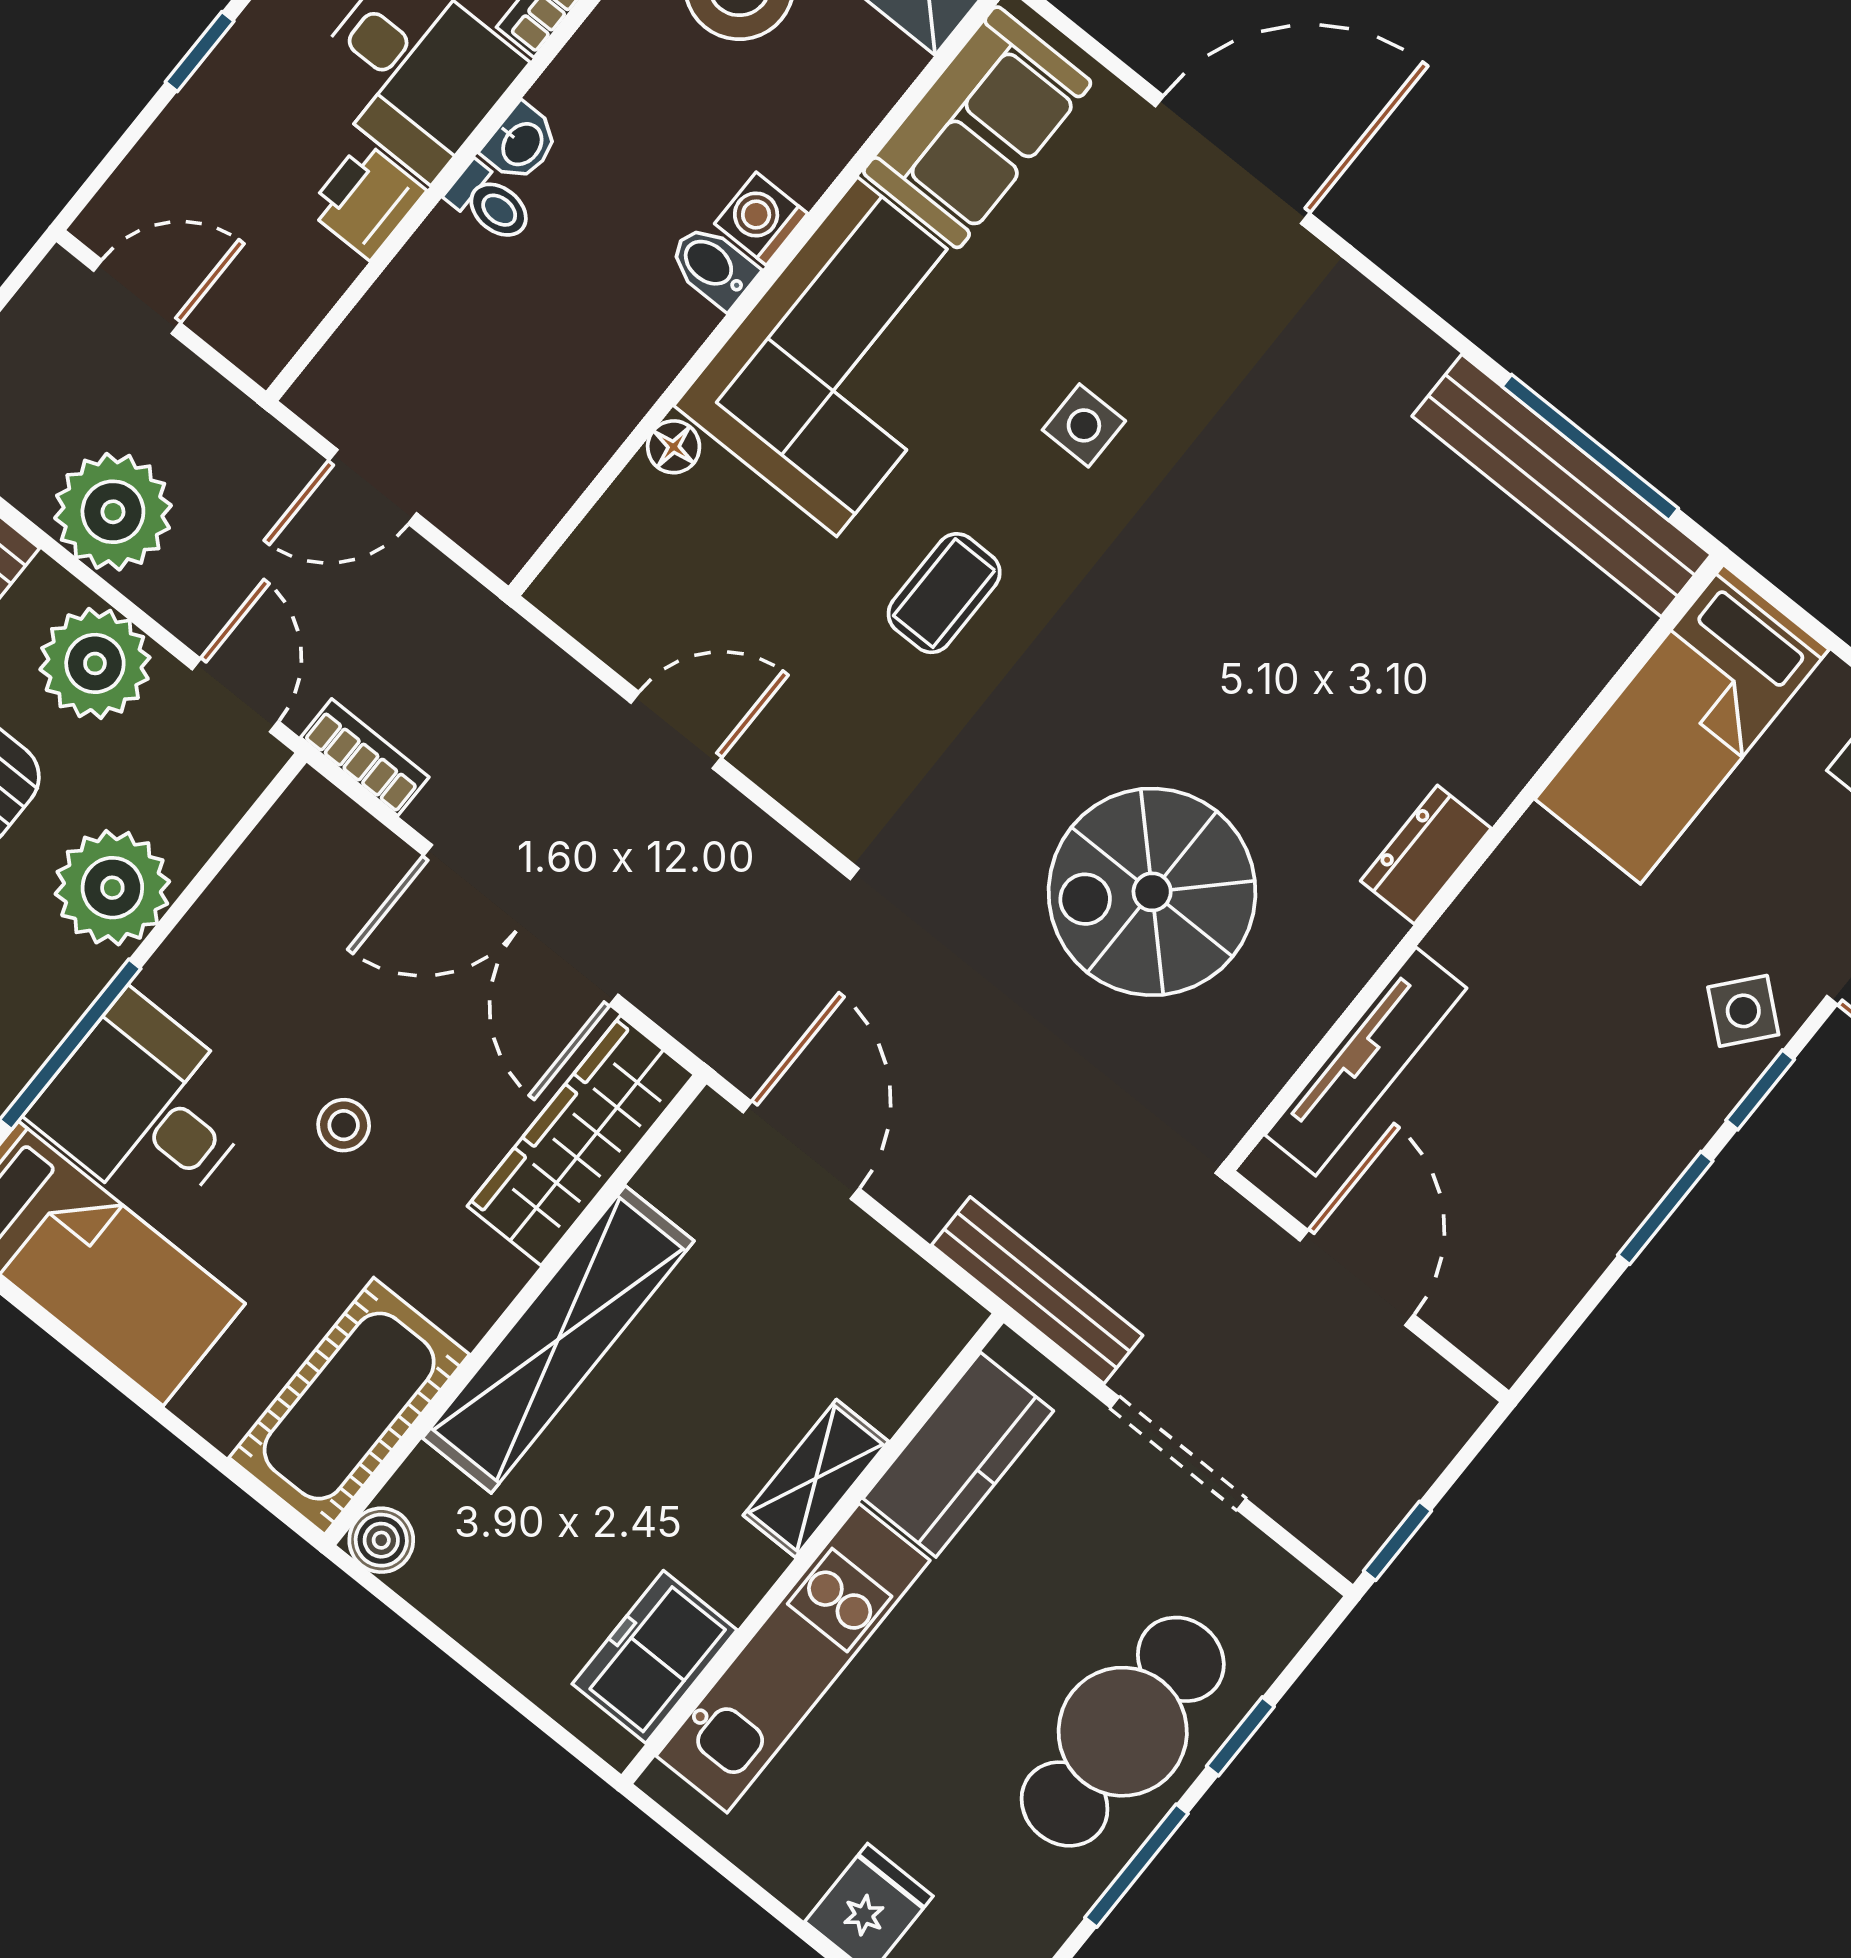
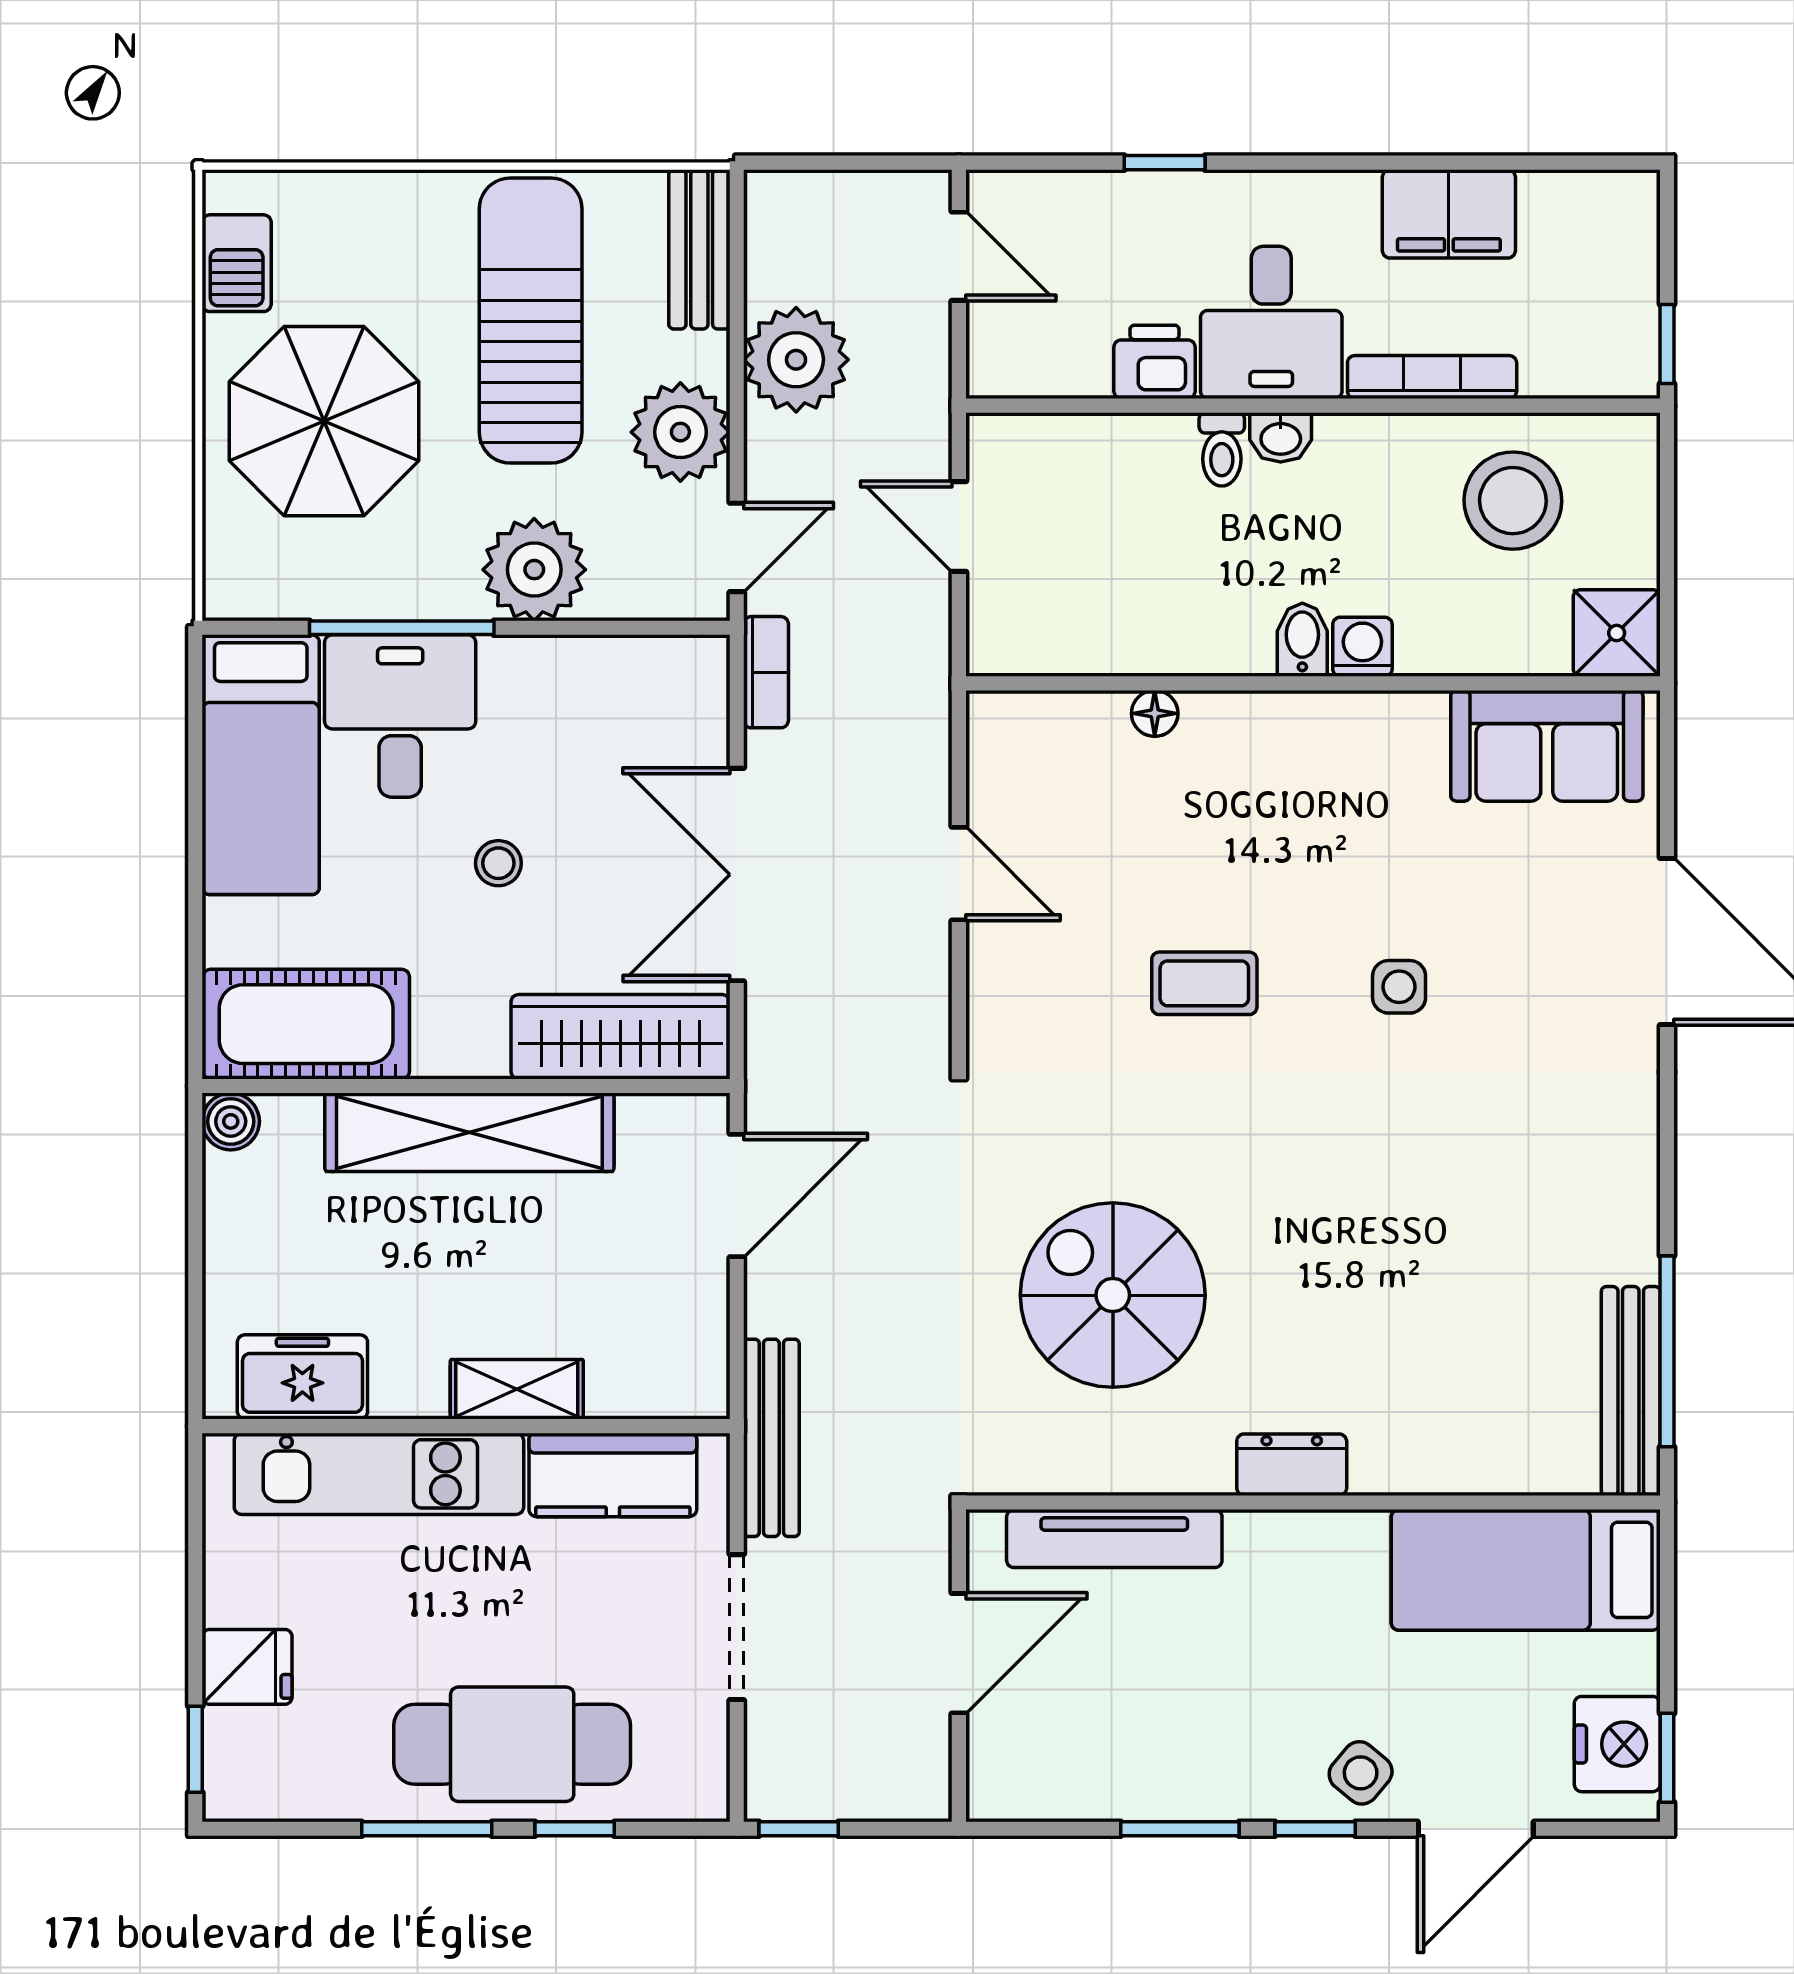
corner sofa: (847, 357) -> (1314, 784), removed
bench: (1562, 485) -> (1631, 1391), width x0.73, depth x0.82

